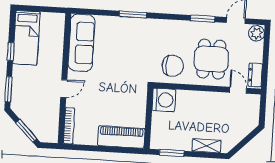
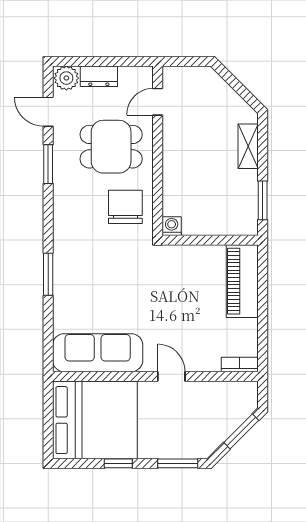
bed: (26, 38) -> (95, 420), width x2.04
dresser: (255, 75) -> (99, 76), moved
washing machine: (164, 100) -> (172, 226), width x0.53, depth x0.53
bookcase: (69, 126) -> (240, 365), width x0.64

